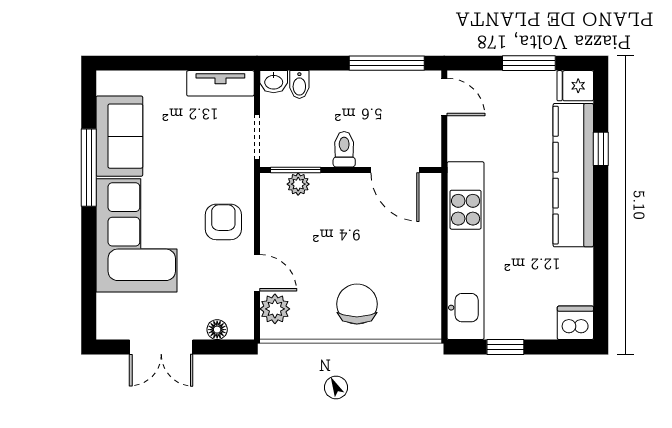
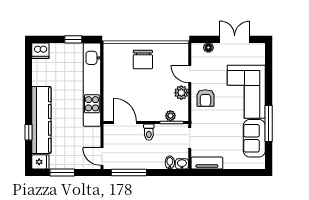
plant: (275, 309) -> (181, 93), moved

